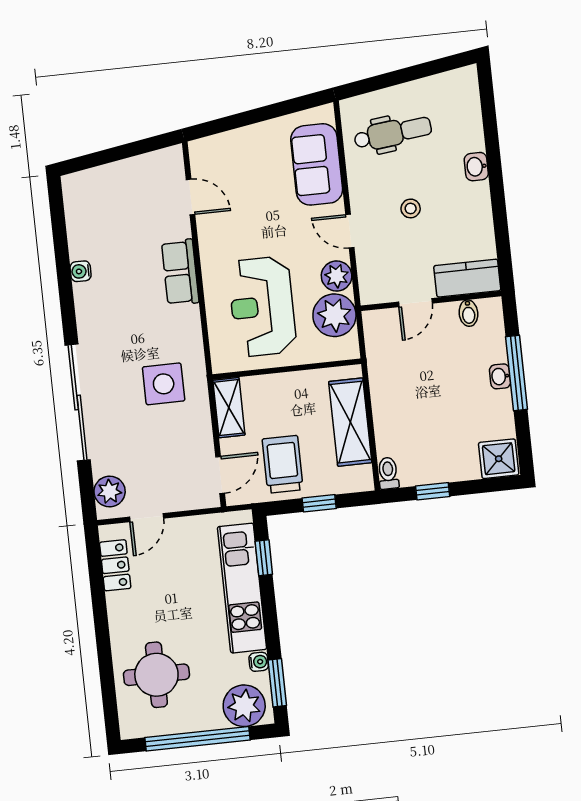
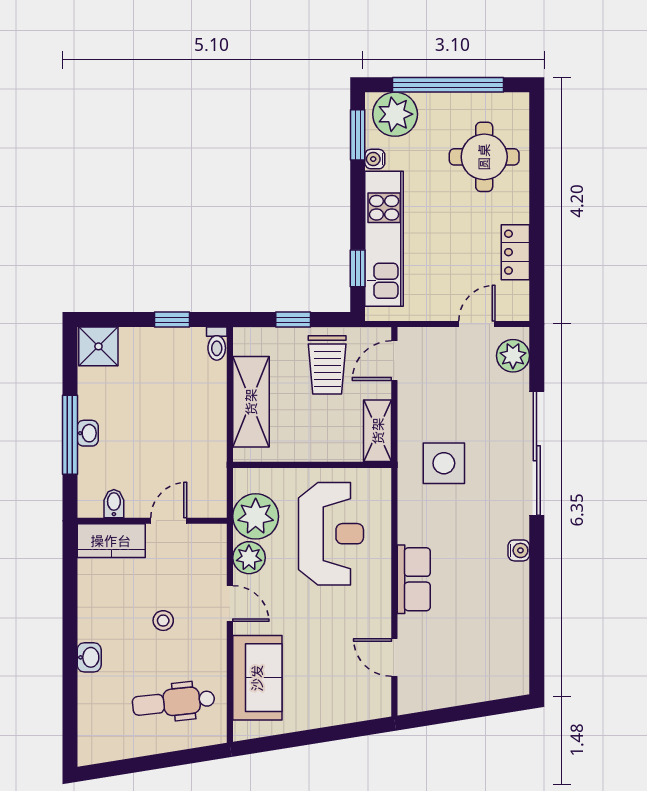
water cooler: (81, 271) -> (519, 550), moved
locker: (115, 565) -> (515, 252), moved

